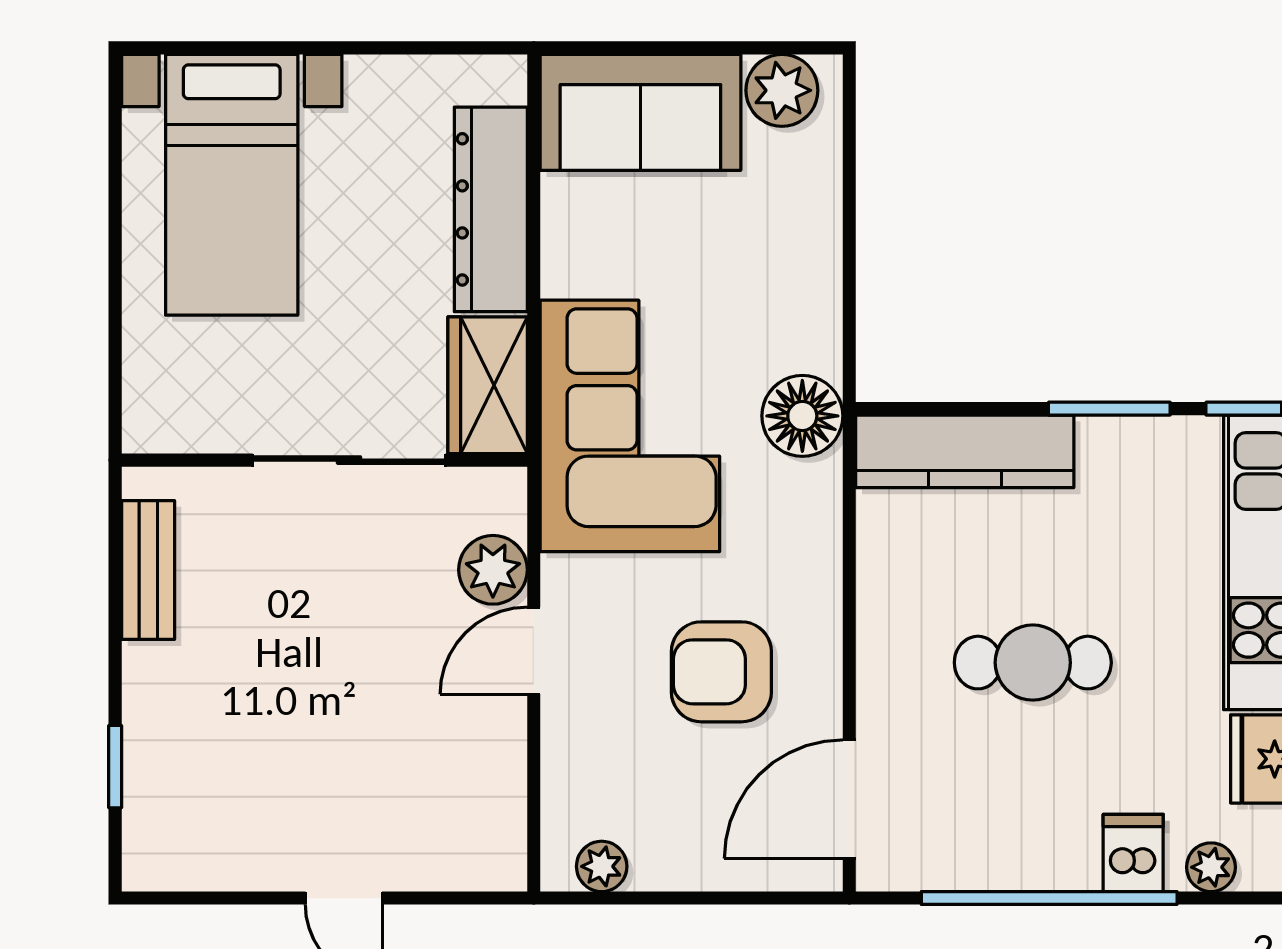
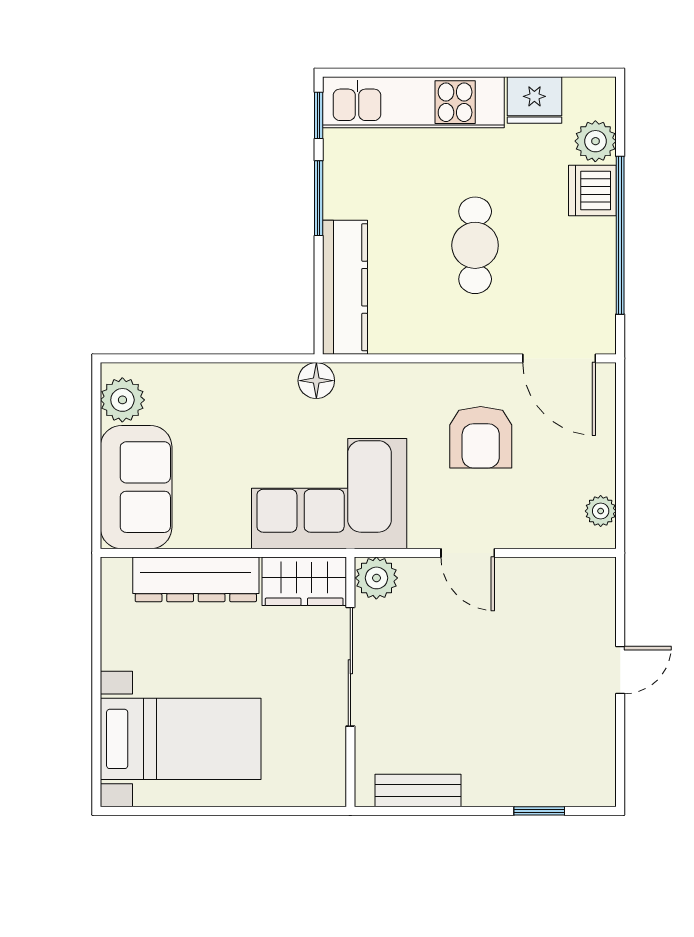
floor lamp: (802, 416) -> (316, 381), width x0.73, depth x0.73
plant: (493, 570) -> (376, 578), moved
dishwasher: (1133, 853) -> (592, 190), width x1.38
plant: (1211, 867) -> (595, 141), width x1.38, depth x1.38

